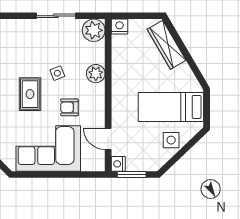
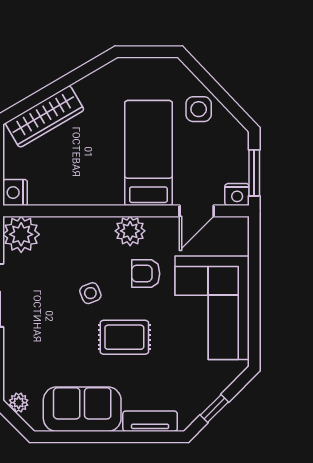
plant: (96, 74) -> (130, 231), moved
armchair: (69, 107) -> (146, 274), turned 90
bed: (171, 107) -> (148, 153), moved, turned 180

